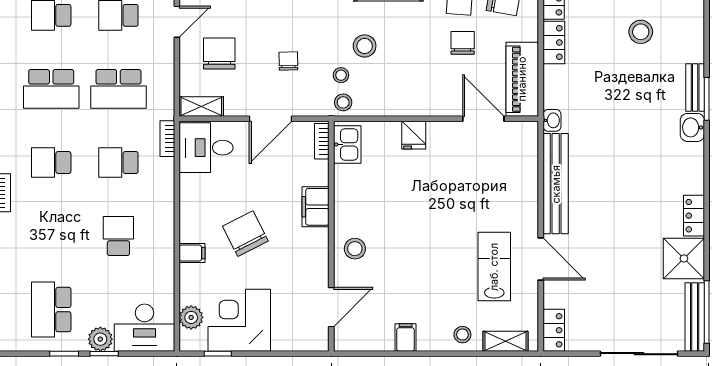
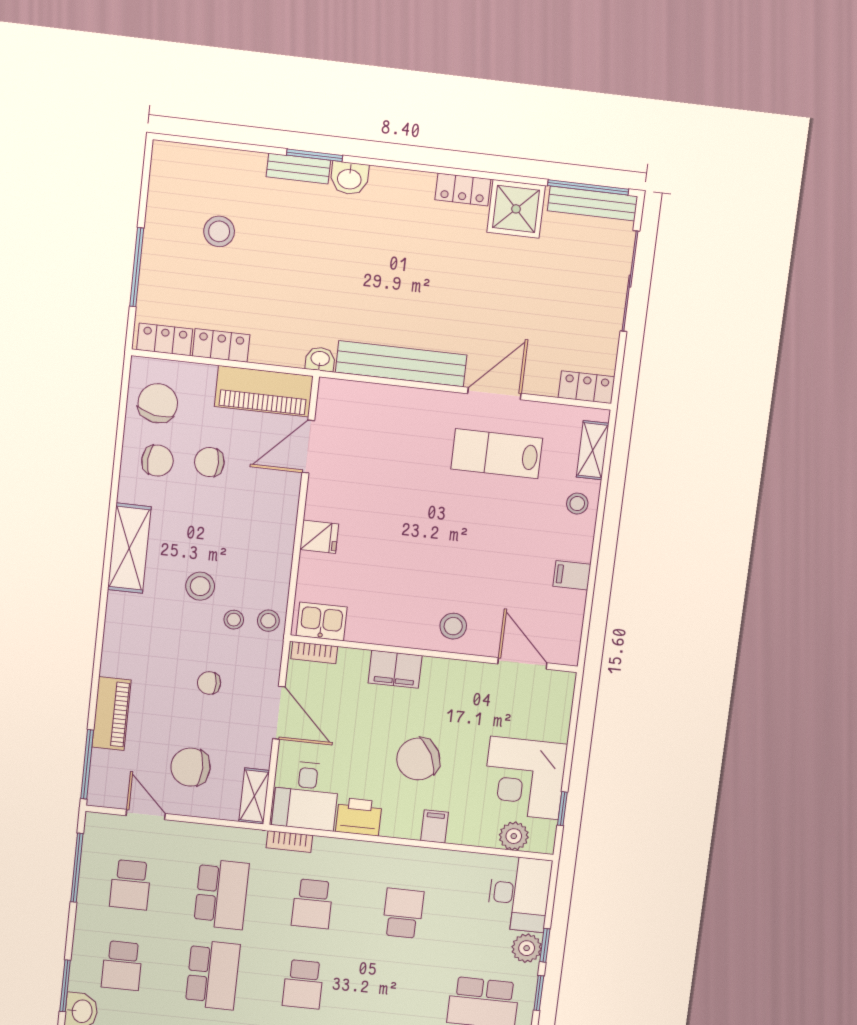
printer: (194, 192) -> (359, 817), added
school desk: (118, 236) -> (403, 913), turned 90

